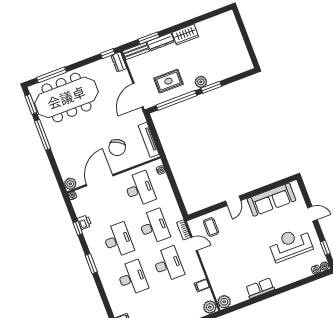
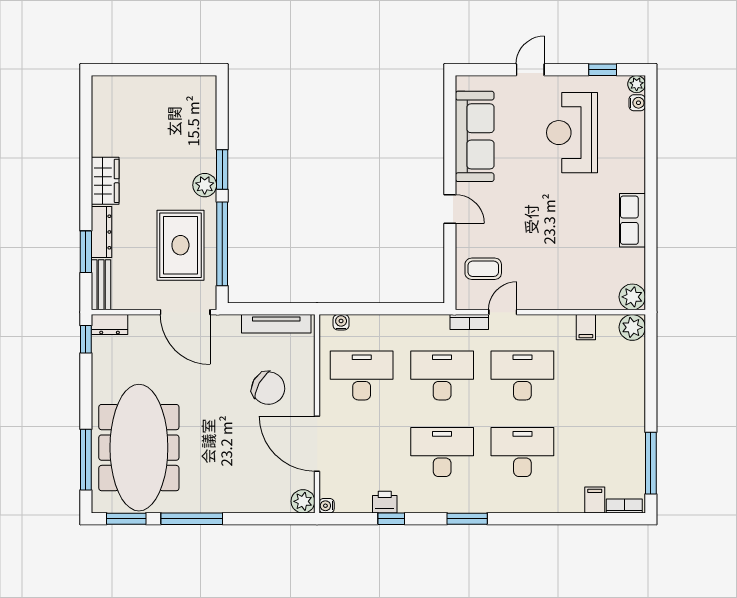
rug: (168, 81) -> (180, 245), width x1.36, depth x1.43

